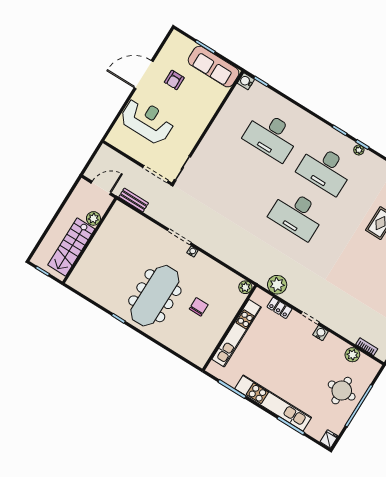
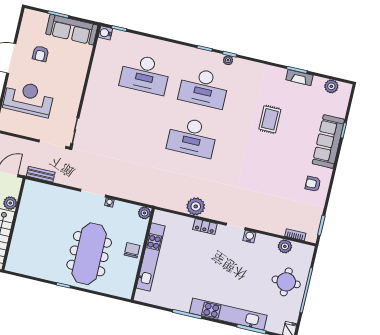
plant: (245, 287) -> (144, 213), moved
wall: (230, 328) -> (143, 254), moved
kitchen unit: (237, 333) -> (151, 257), moved

